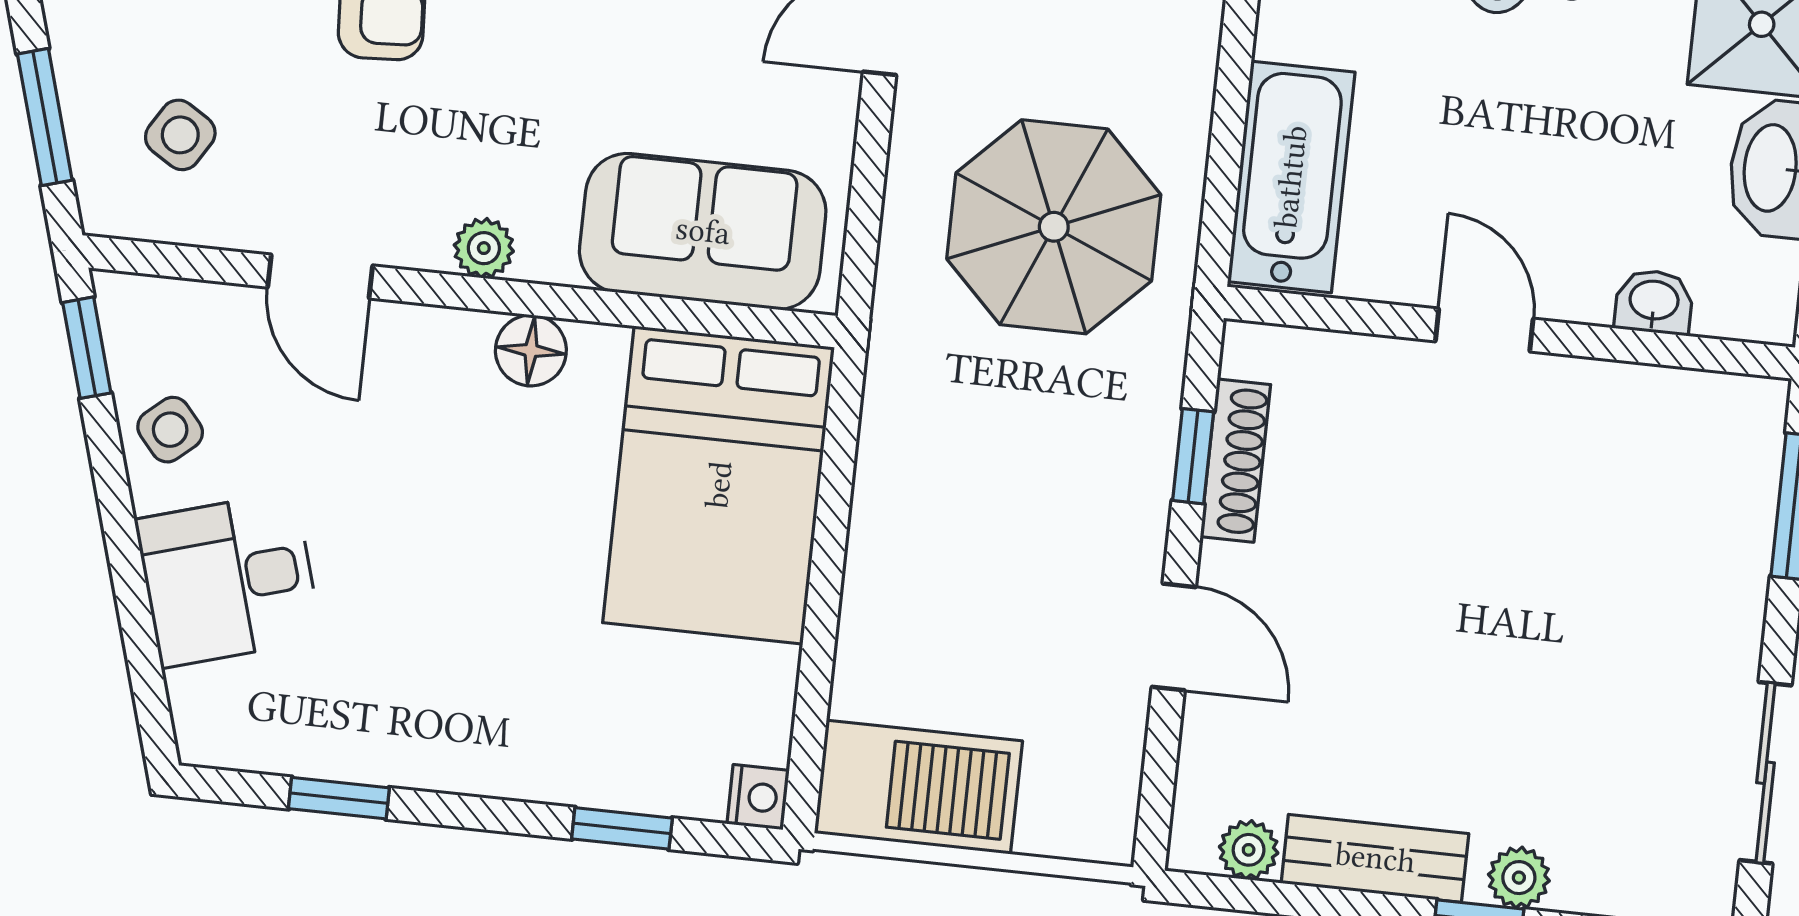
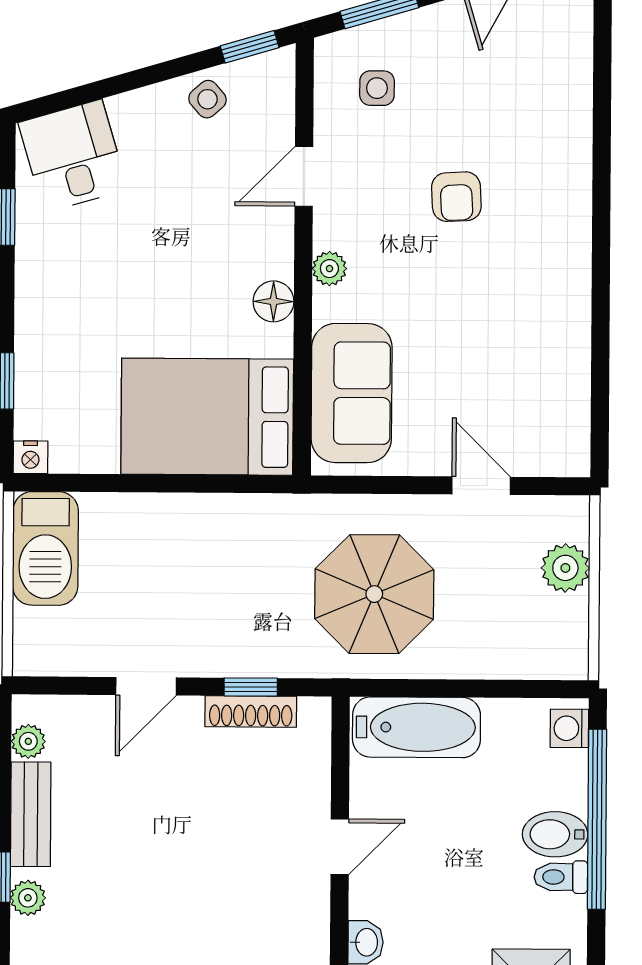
side table: (180, 135) -> (377, 88), turned -32
desk: (228, 579) -> (73, 156), moved

